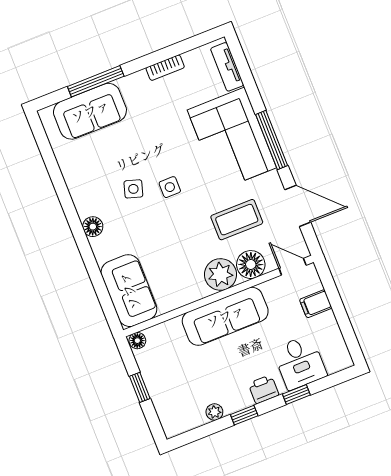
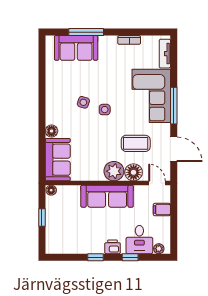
floor lamp: (93, 227) -> (52, 131), moved
plant: (214, 412) -> (159, 249), moved

